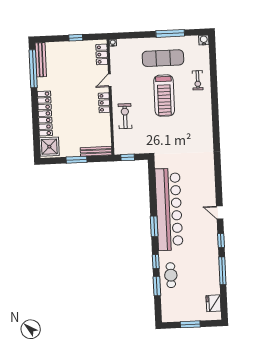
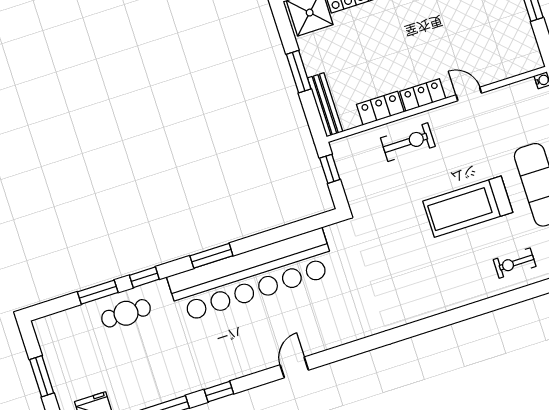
locker: (102, 54) -> (380, 108), moved
door: (220, 213) -> (294, 367), moved

